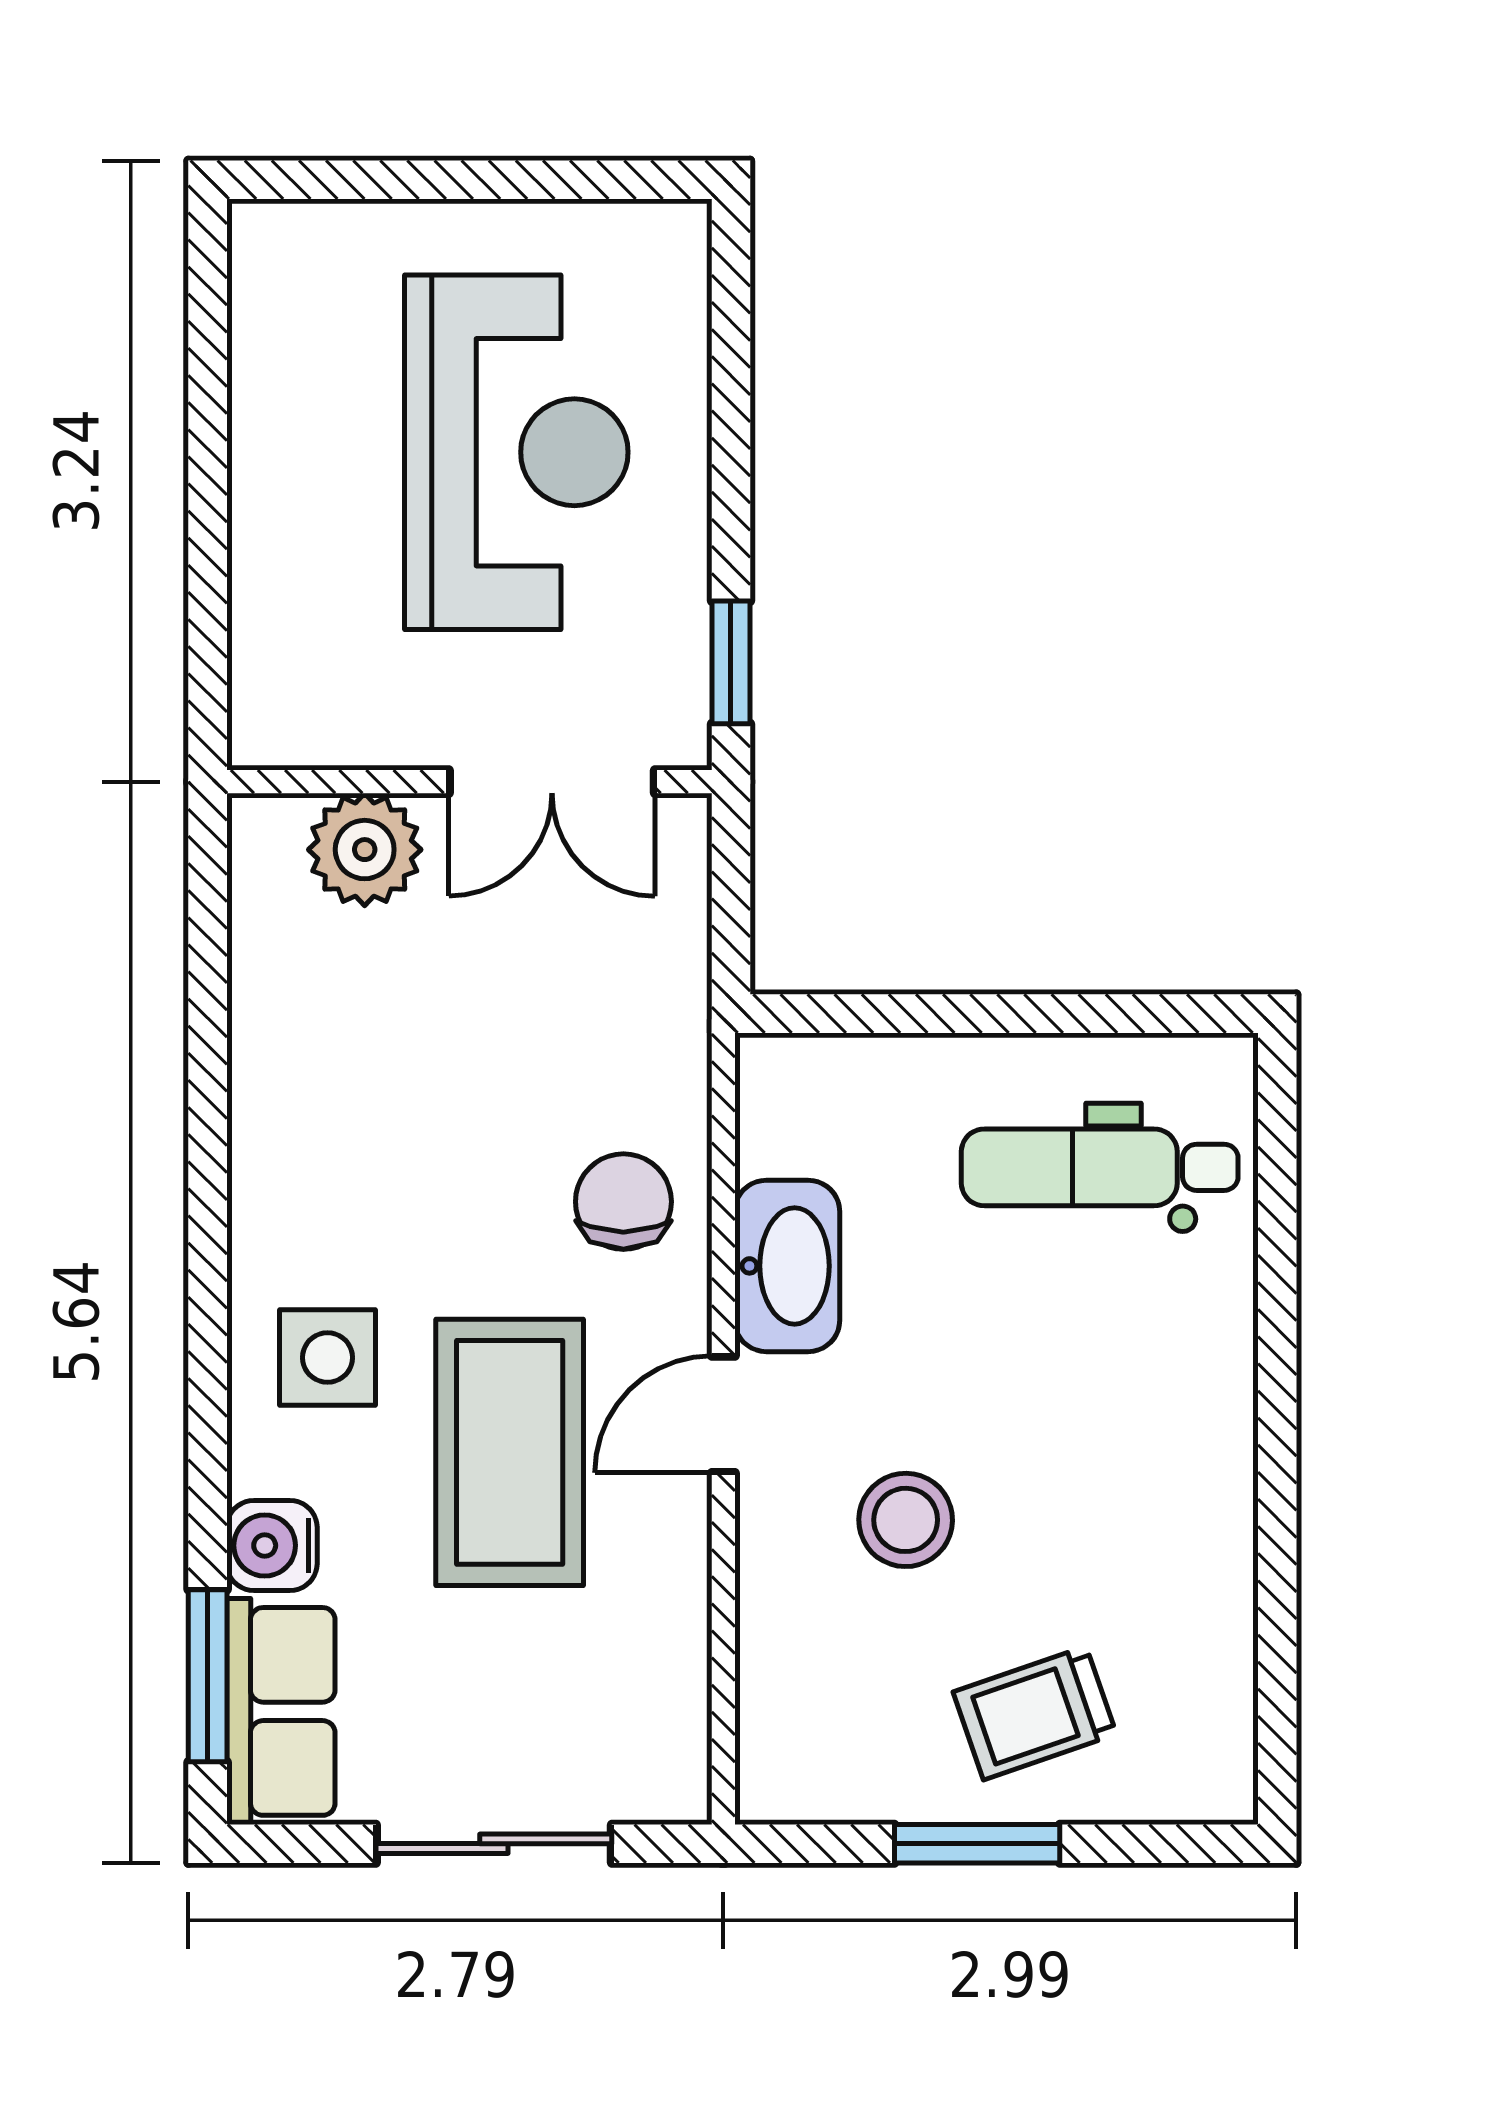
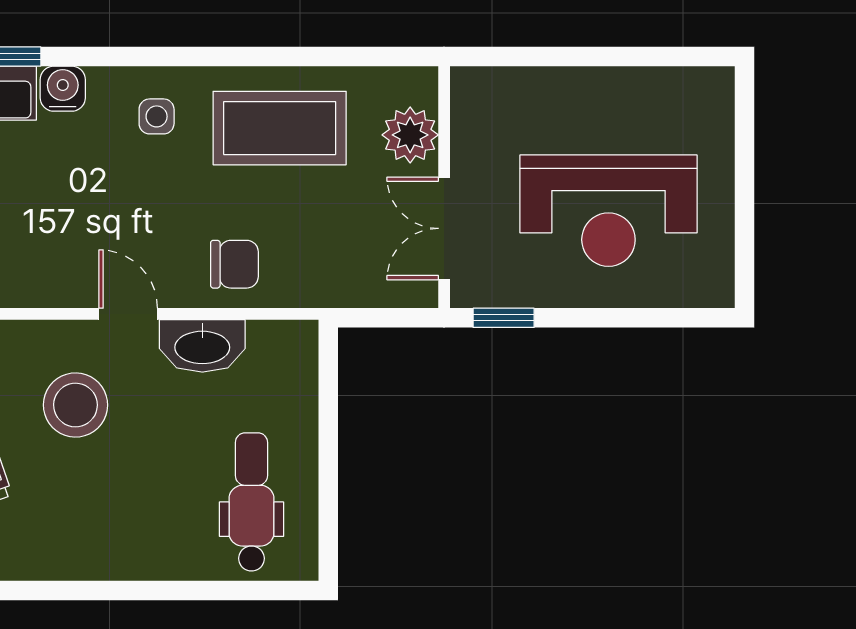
side table: (328, 1358) -> (157, 116), width x0.73, depth x0.73
coffee table: (510, 1452) -> (280, 128), moved
stool: (906, 1520) -> (75, 405), width x1.38, depth x1.38

